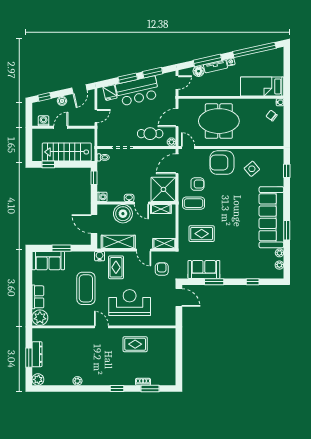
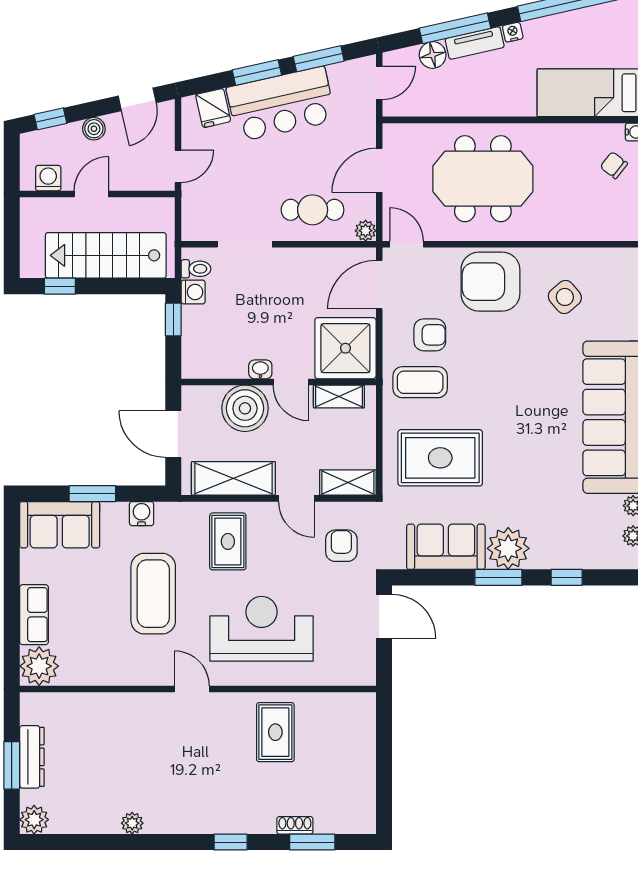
washing machine: (102, 197) -> (193, 292), moved
rug: (202, 234) -> (440, 458), width x1.36, depth x1.43
water cooler: (100, 256) -> (142, 514), moved
plant: (229, 270) -> (508, 548), added
window: (214, 282) -> (498, 577), moved
rug: (135, 344) -> (275, 732), turned 90

